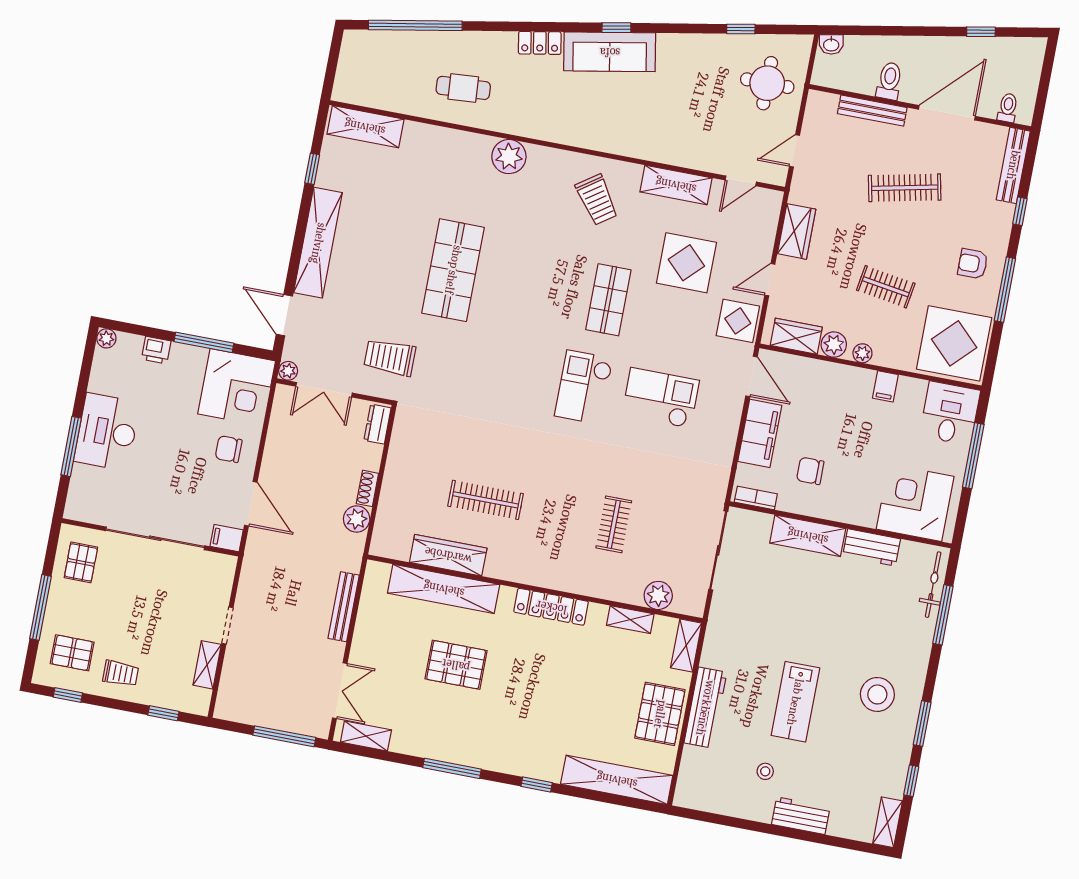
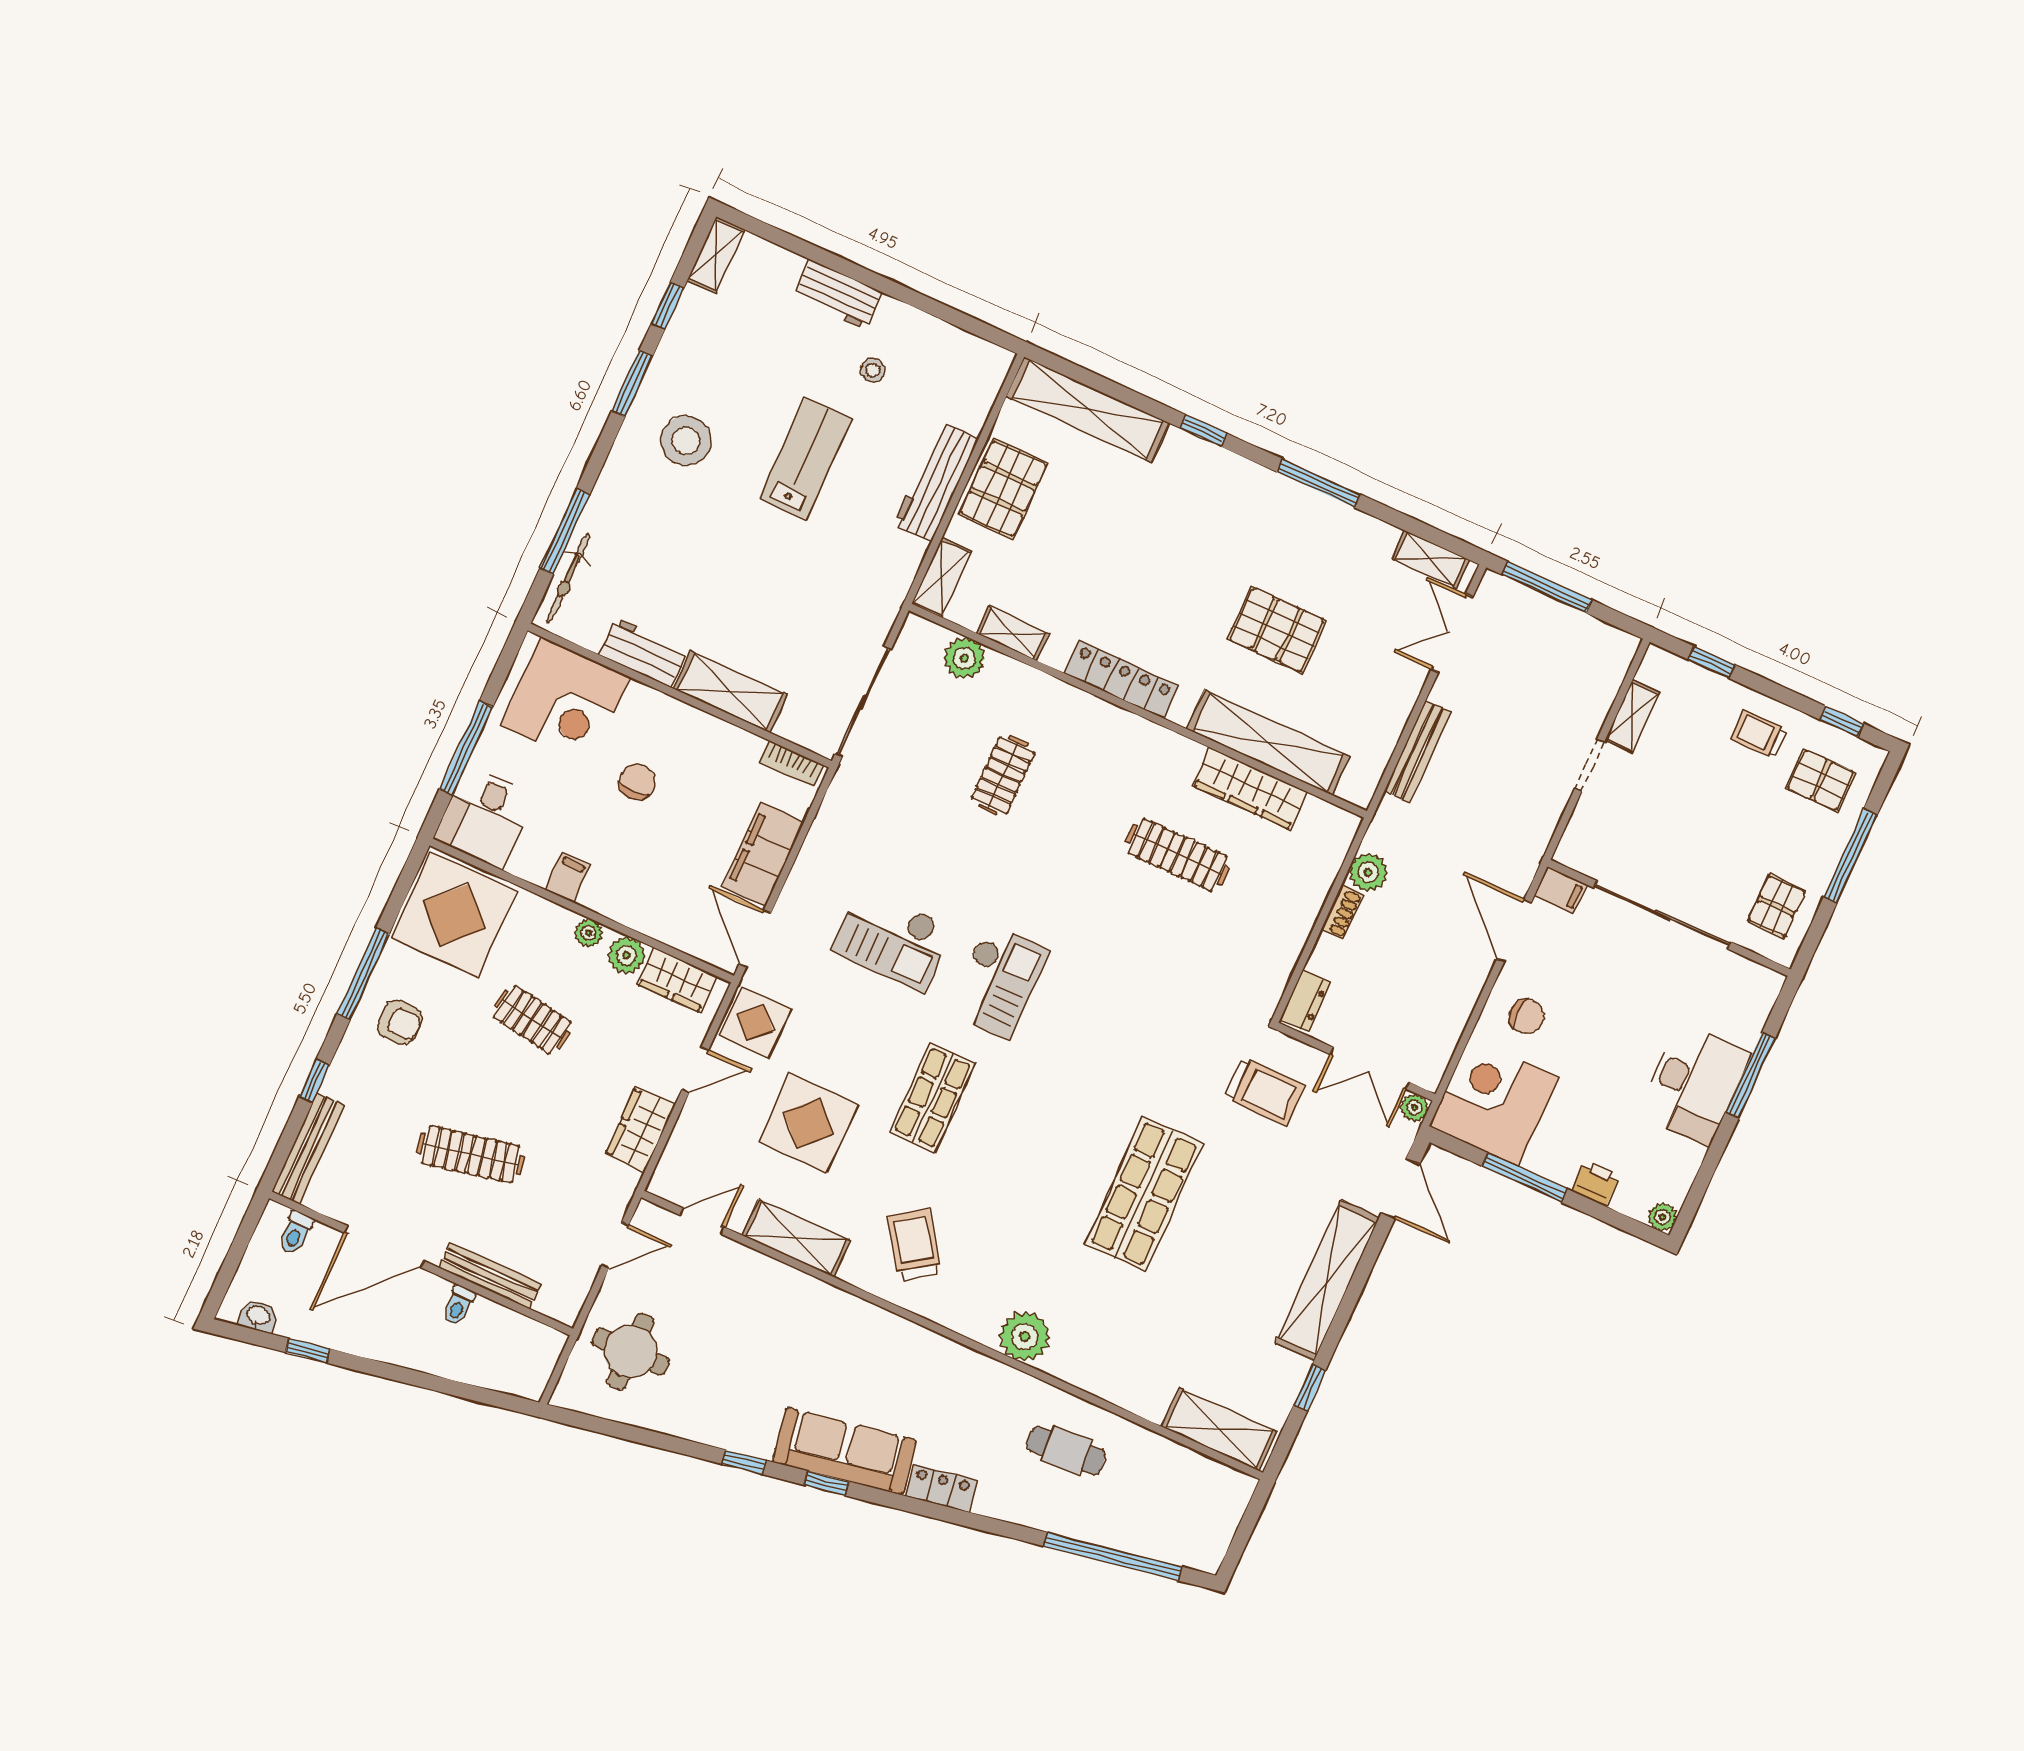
window: (741, 29) -> (744, 1462), moved
washbasin: (831, 44) -> (258, 1316), moved
toilet: (889, 81) -> (458, 1305), width x0.73, depth x0.72
double door: (324, 390) -> (1370, 1068), swing flipped
chair: (810, 471) -> (637, 781), moved, turned -90

